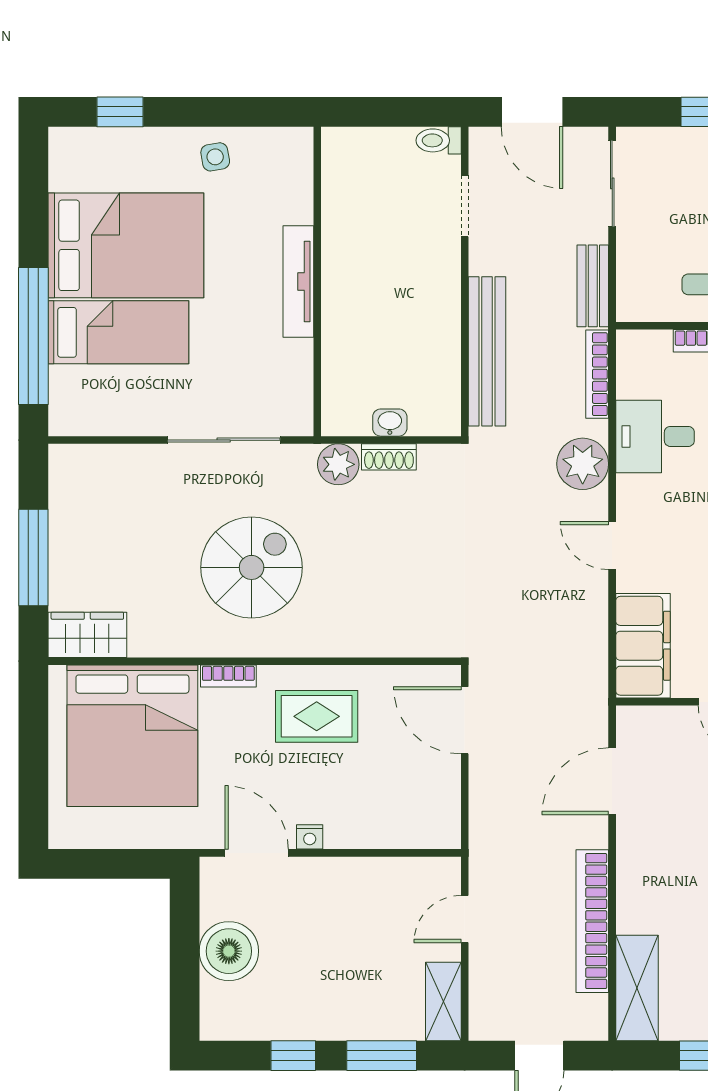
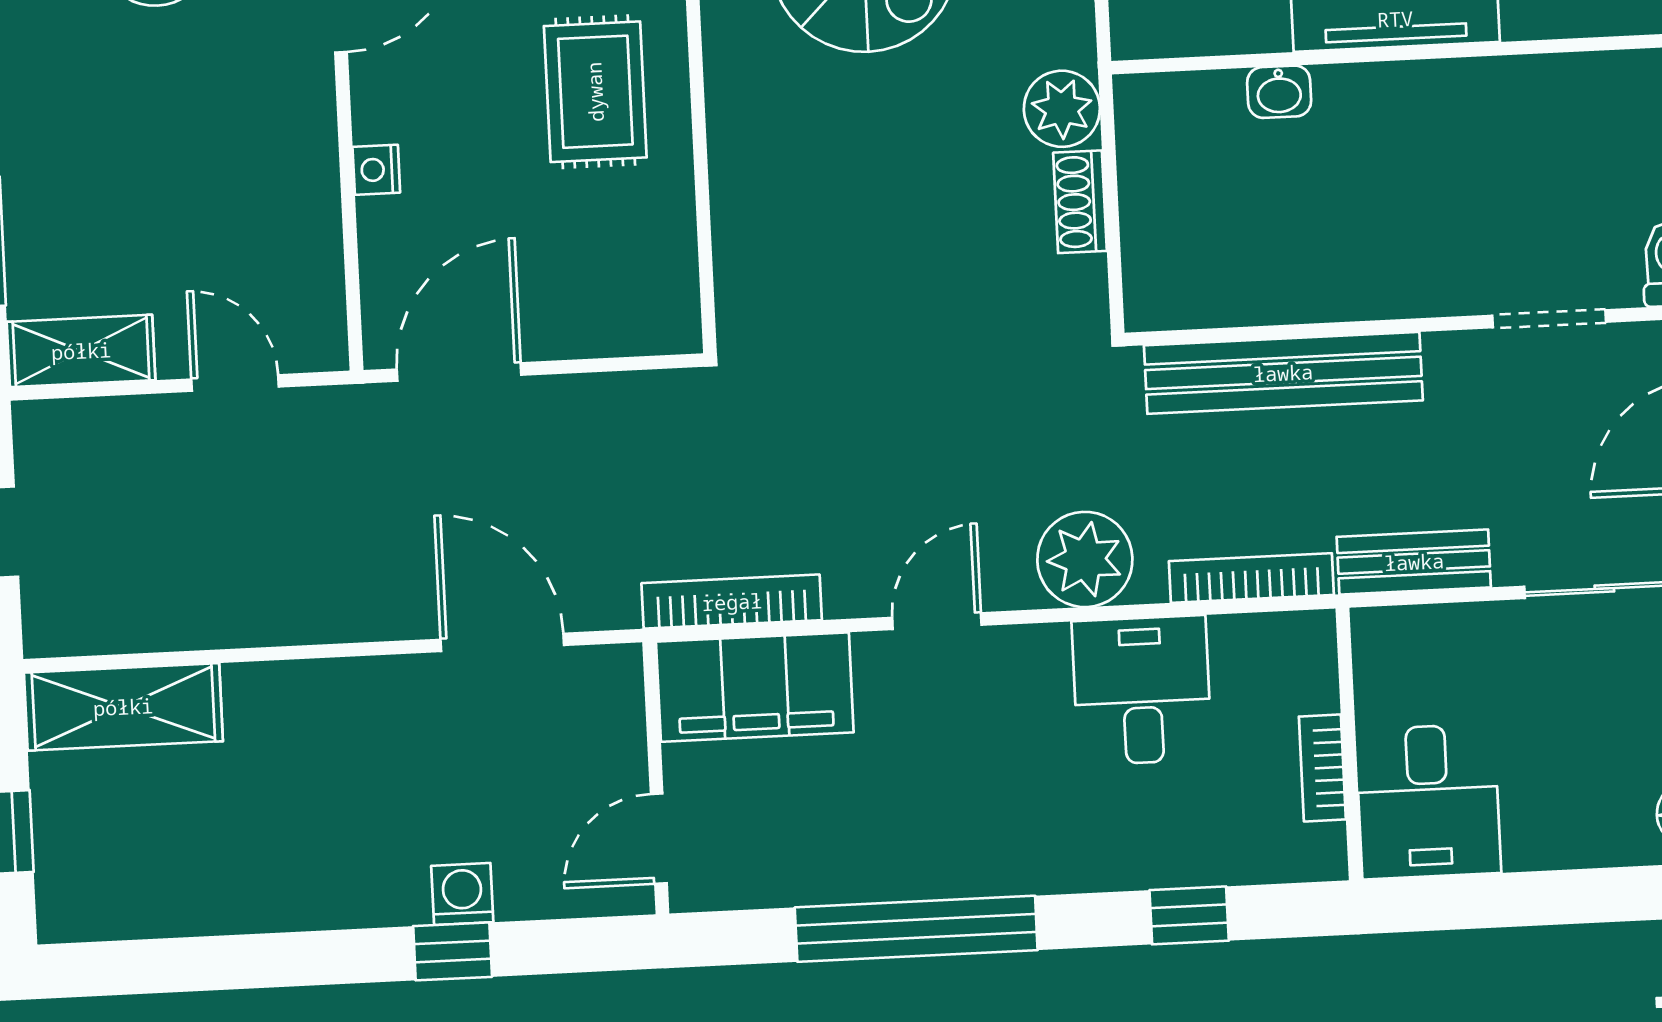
washbasin: (390, 423) -> (1279, 92), moved, turned 90
door: (465, 720) -> (459, 372), moved
nightstand: (310, 837) -> (376, 170), moved
bookcase: (592, 921) -> (732, 602), moved, width x0.68, depth x0.76

